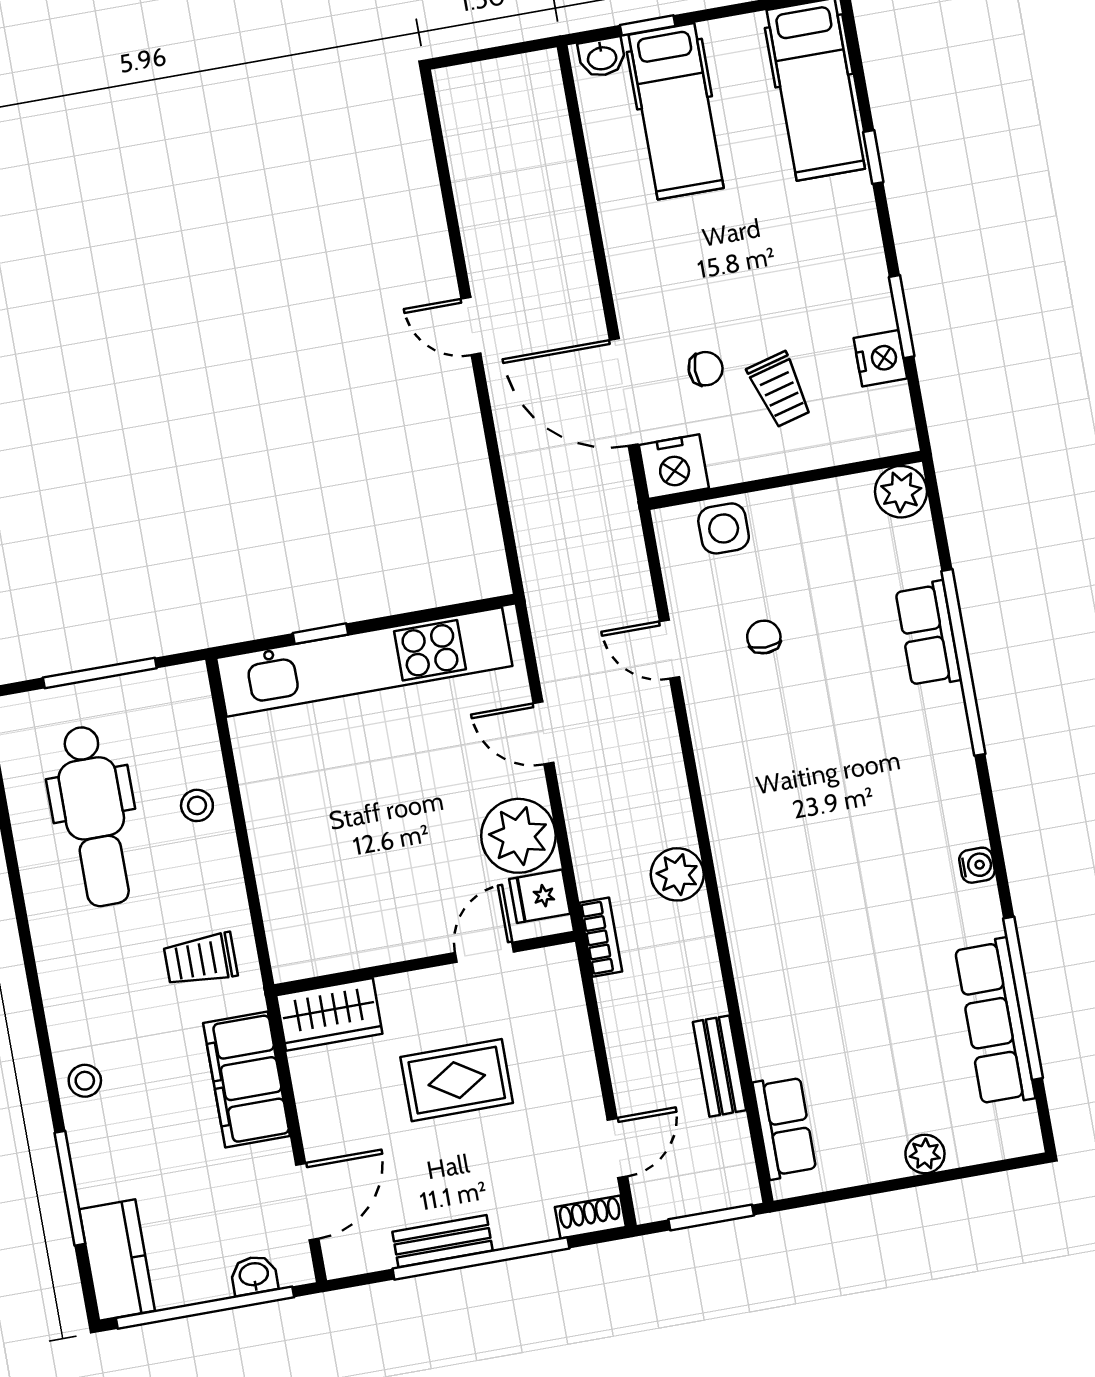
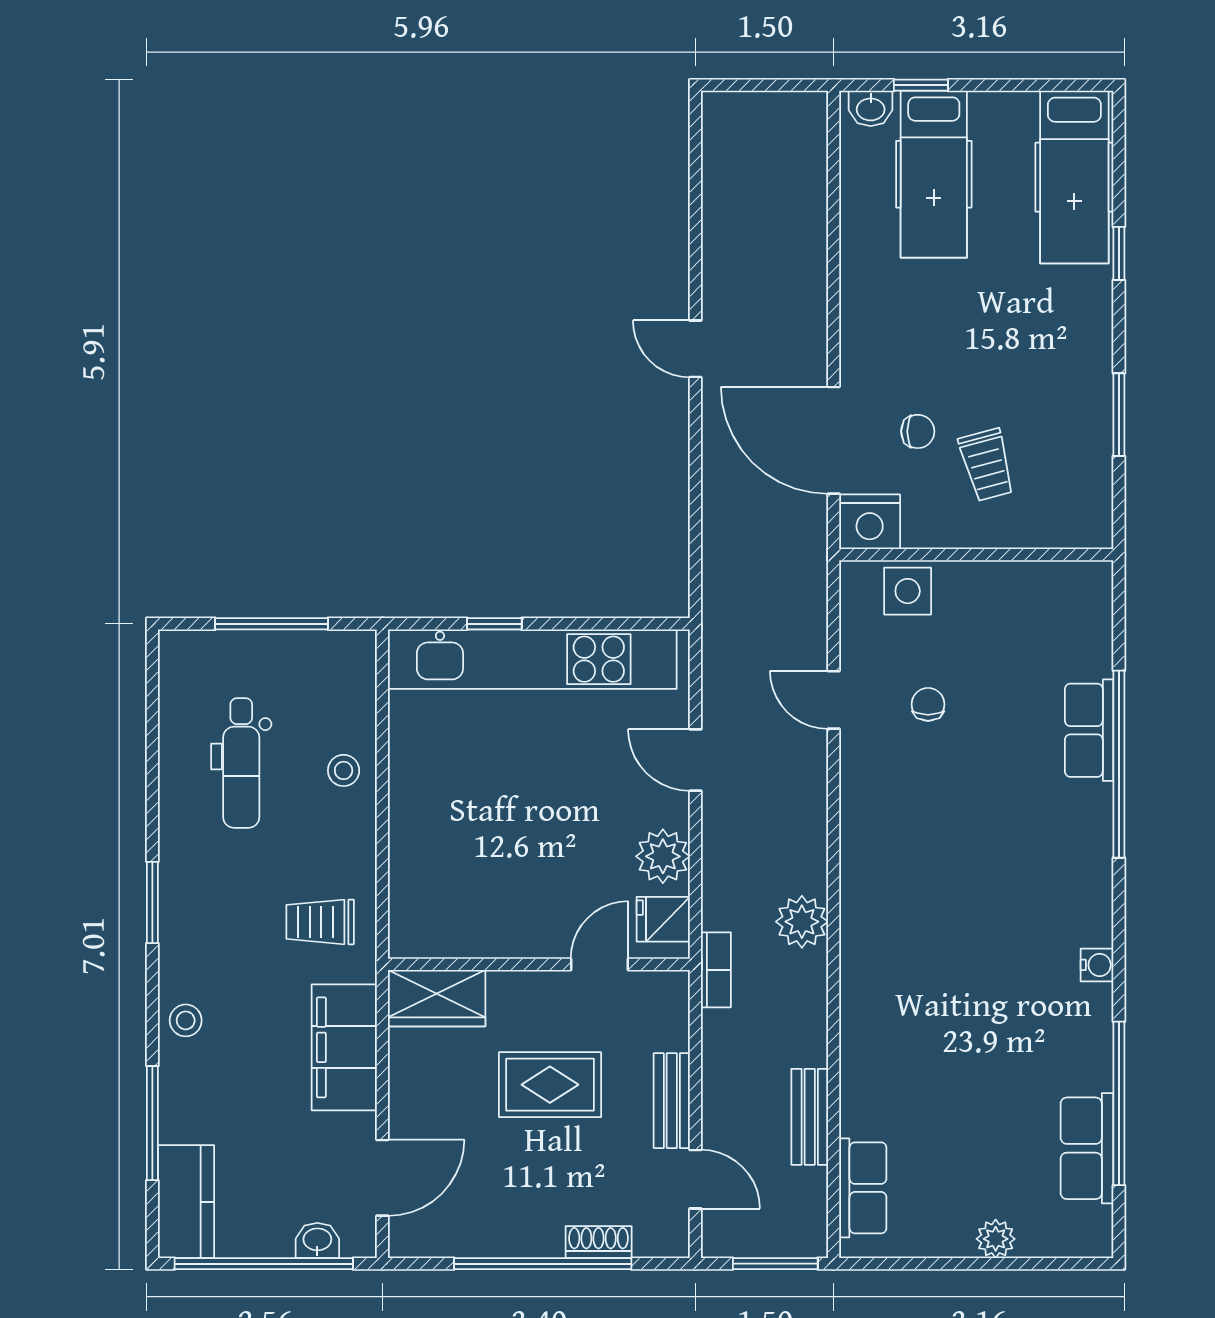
nightstand: (880, 358) -> (1091, 452), removed
plant: (901, 492) -> (1088, 586), removed
dental chair: (94, 816) -> (241, 763), width x0.73, depth x0.72
plant: (518, 836) -> (663, 856), width x0.73, depth x0.73
window: (31, 970) -> (152, 902), added
row of seats: (995, 1022) -> (1087, 1148), width x0.68
door: (617, 1148) -> (695, 1179), hinge flipped
shoe rack: (590, 1217) -> (599, 1242), moved
bench: (443, 1241) -> (672, 1101), moved, turned 90

